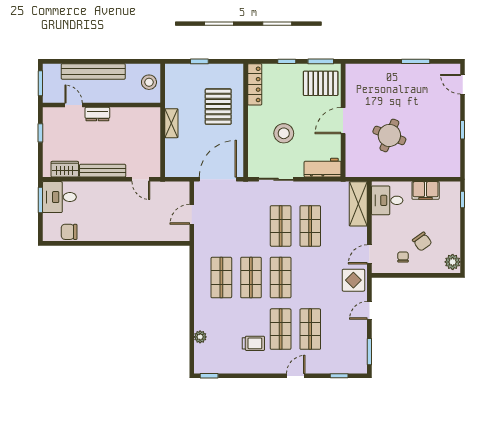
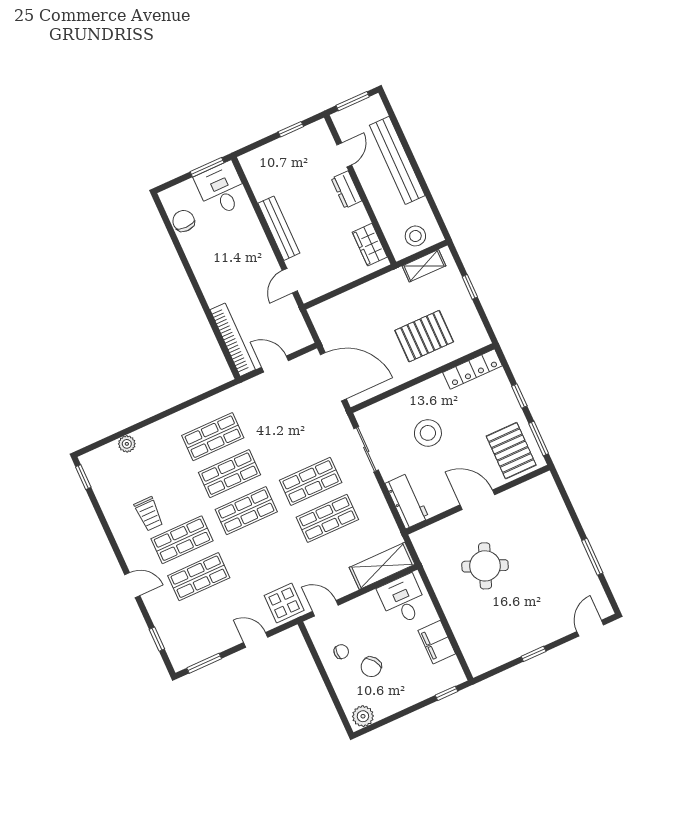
shelving: (171, 123) -> (424, 266), moved
wardrobe: (65, 169) -> (370, 245), moved, turned 180
bookcase: (163, 235) -> (233, 340), added

